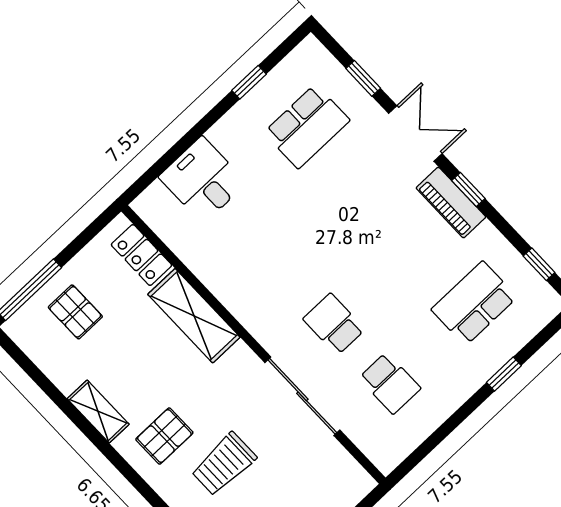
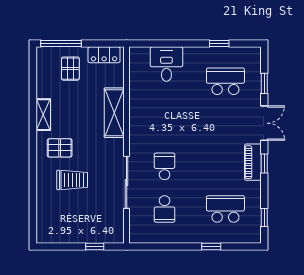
school desk: (307, 126) -> (225, 81), turned 180
locker: (141, 255) -> (104, 55), moved, turned -90
trolley: (224, 464) -> (72, 180), turned 180

